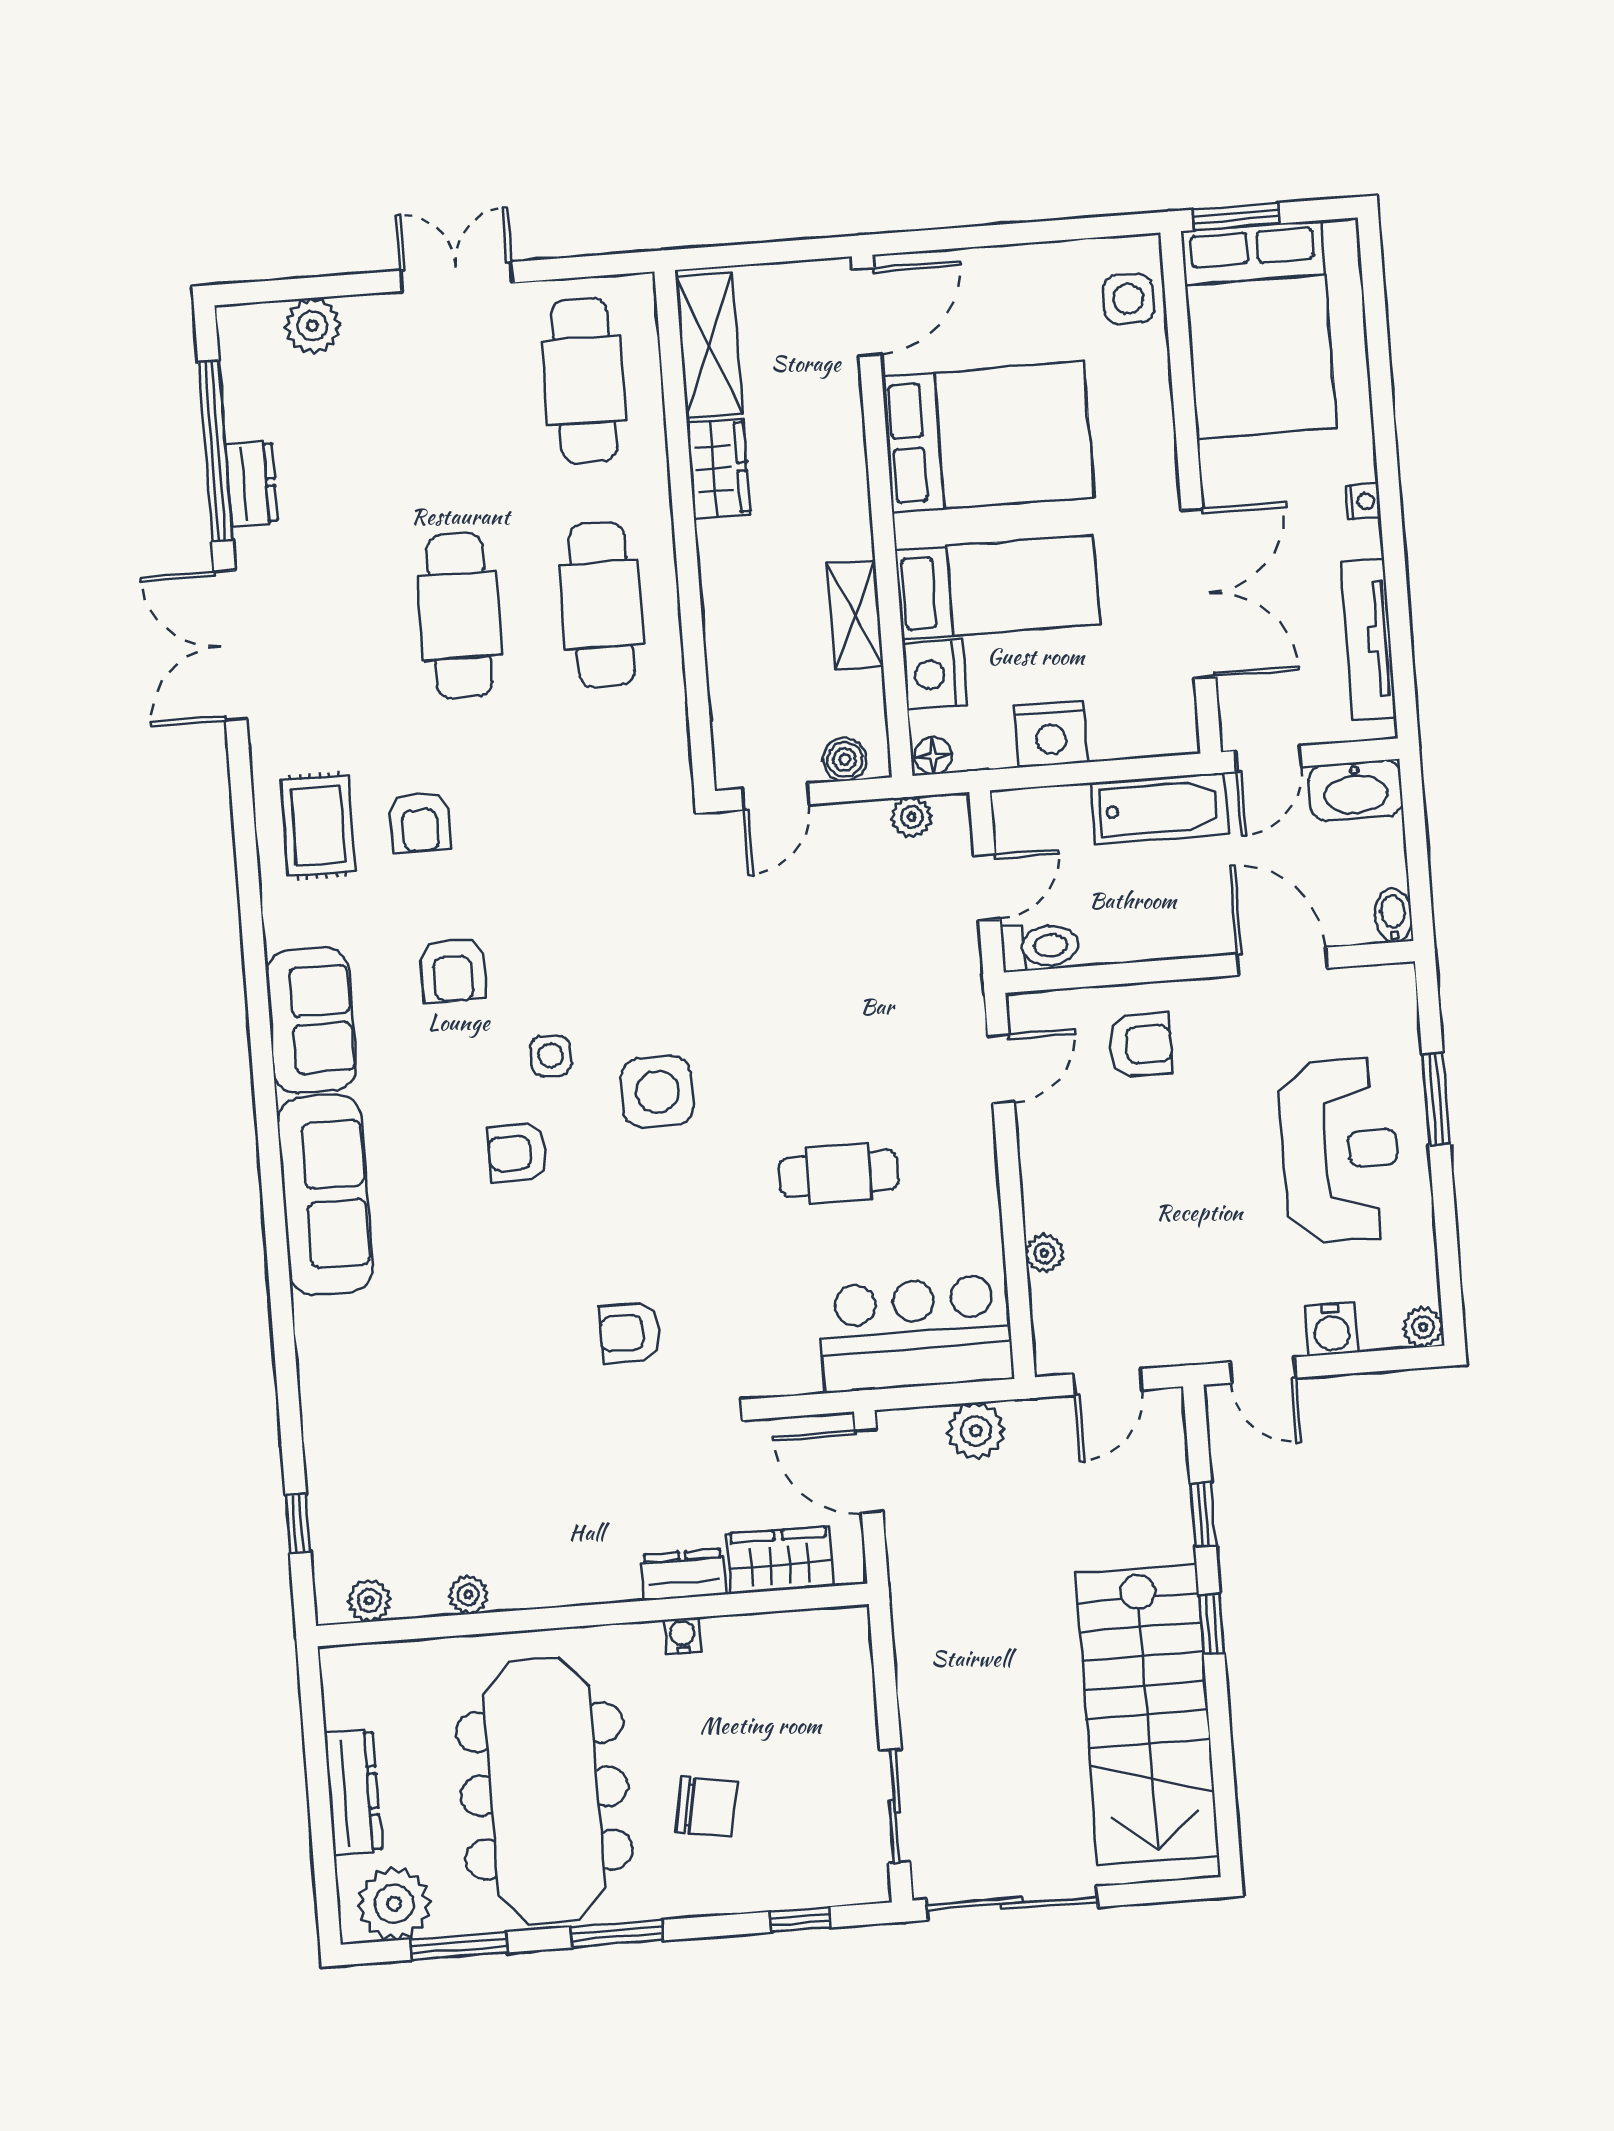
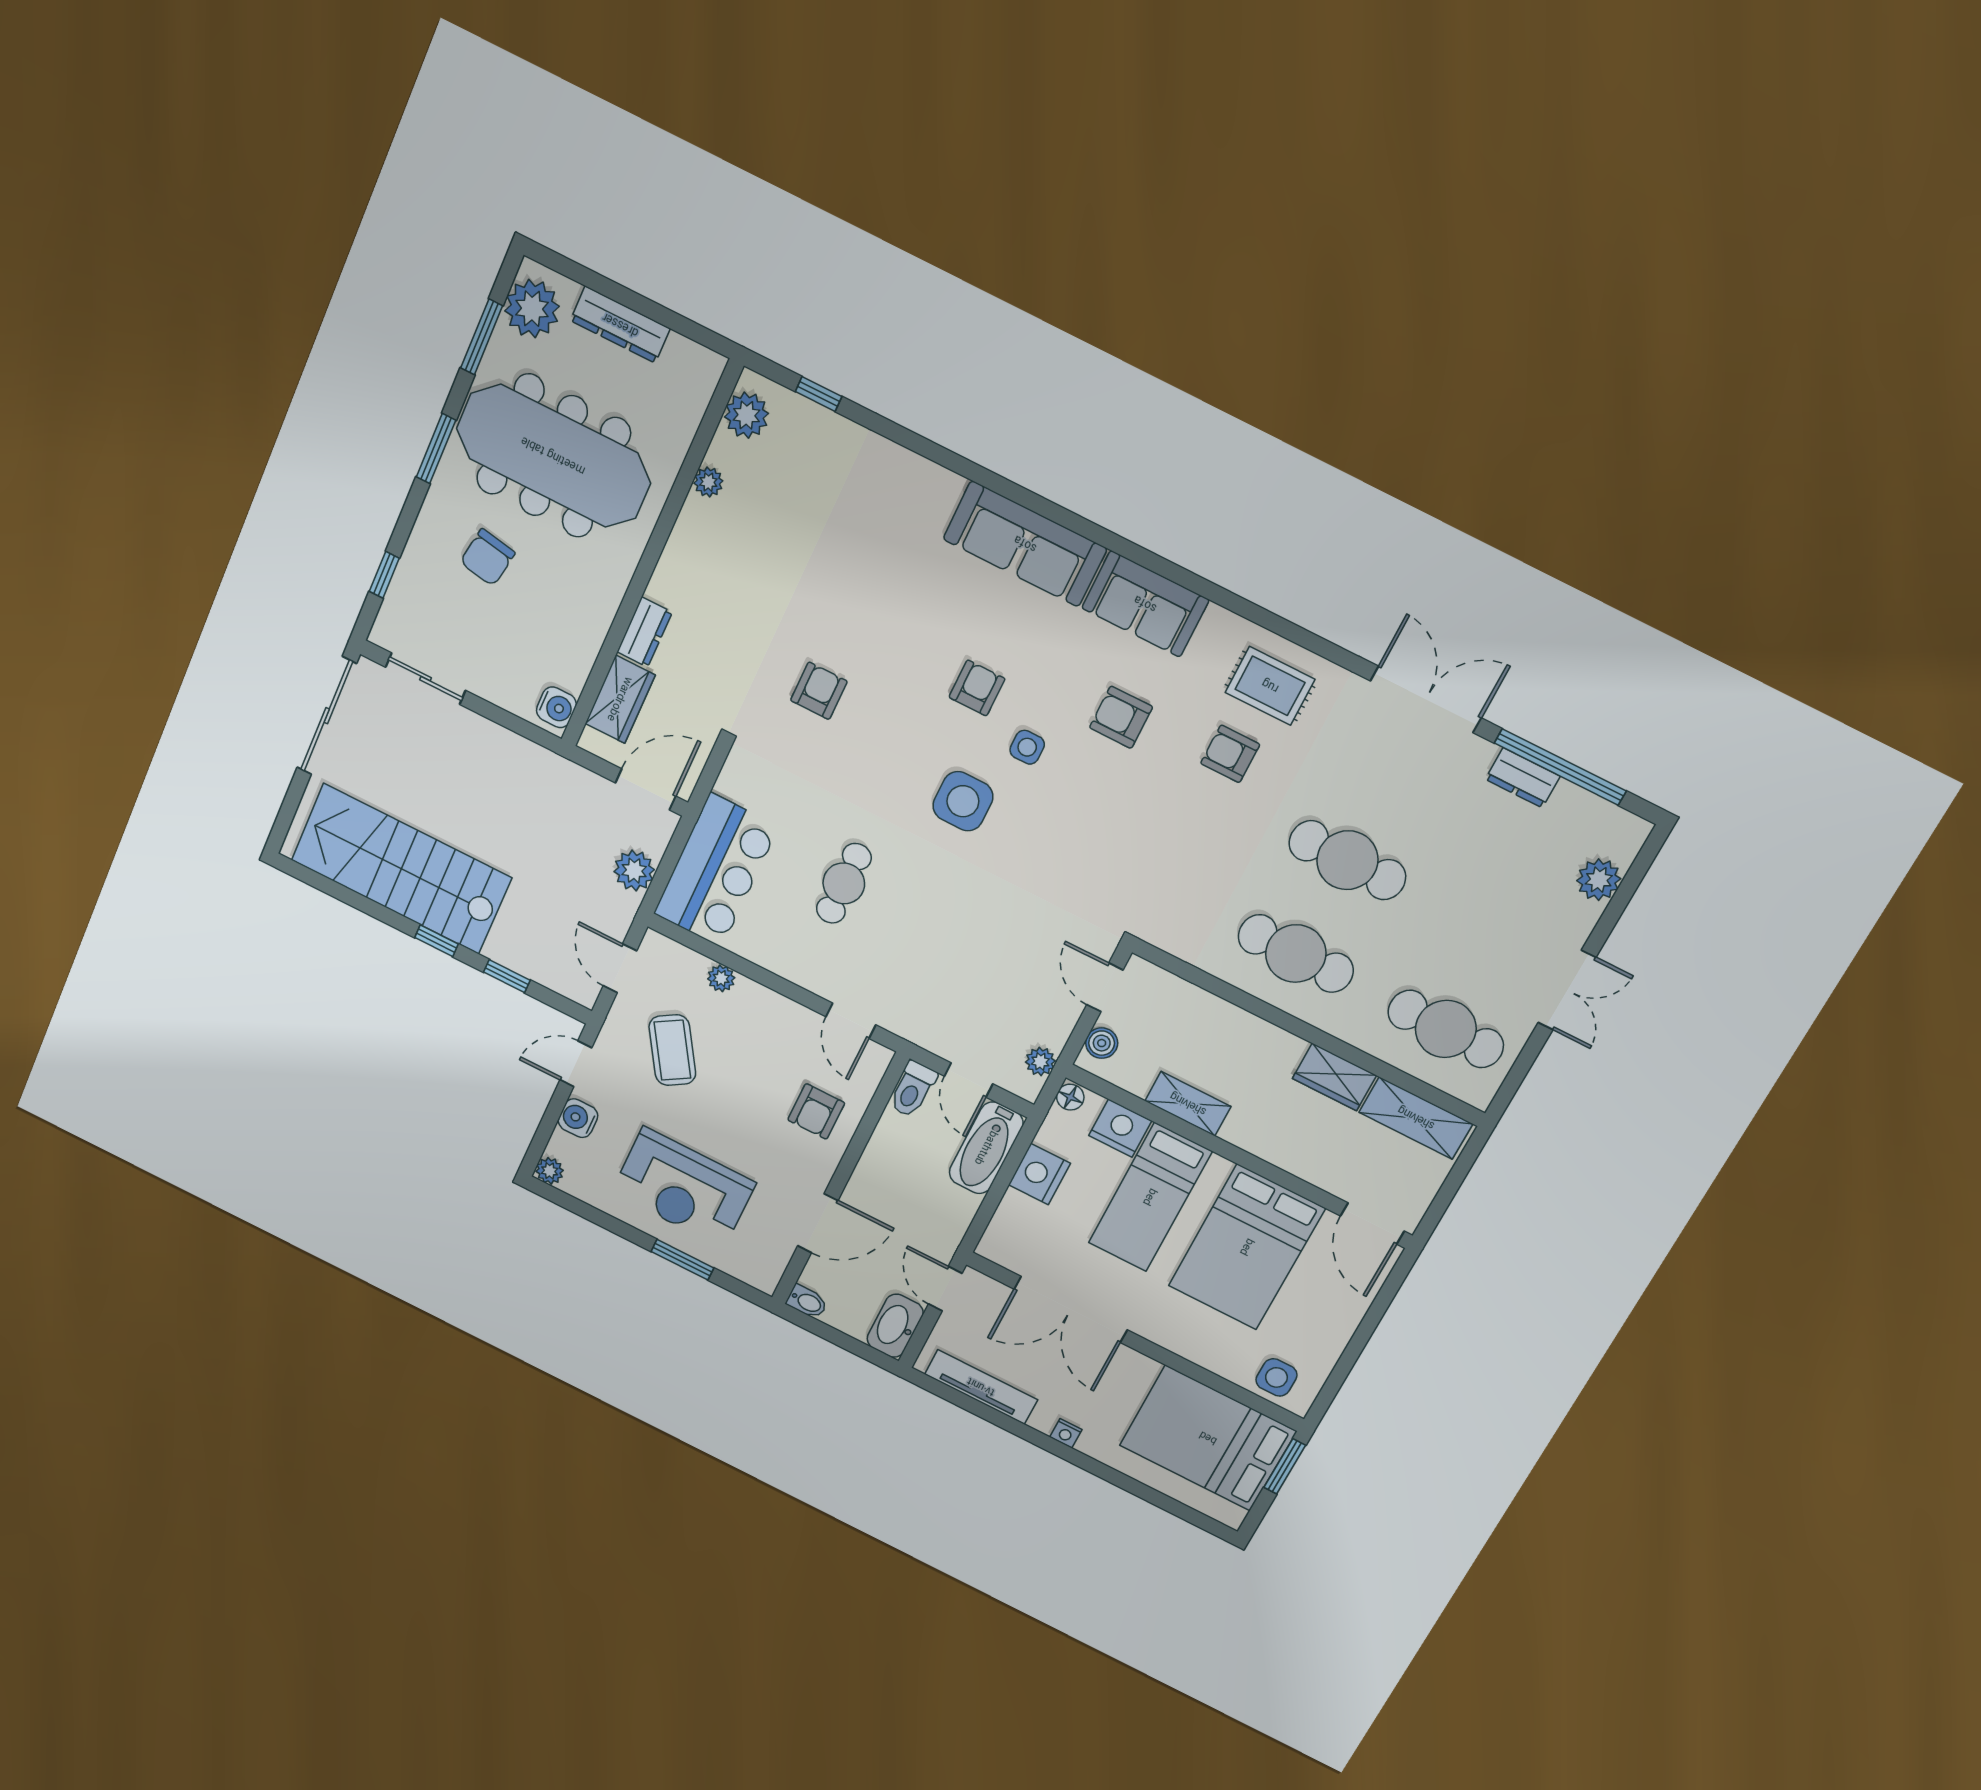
bathtub: (1160, 809) -> (986, 1148), moved
coffee table: (1171, 1262) -> (672, 1050), added
plant: (369, 1600) -> (746, 415), width x1.38, depth x1.38
water cooler: (682, 1636) -> (556, 707), moved, width x1.38, depth x1.38

